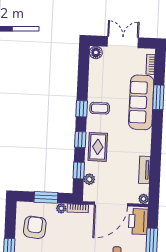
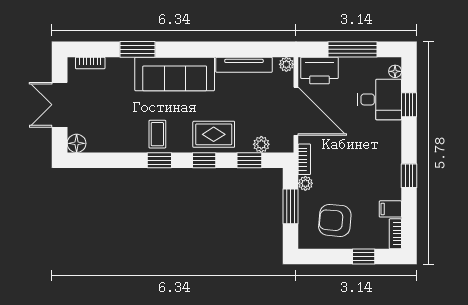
sofa: (141, 102) -> (175, 74), moved
tv unit: (145, 170) -> (244, 65), width x1.41

